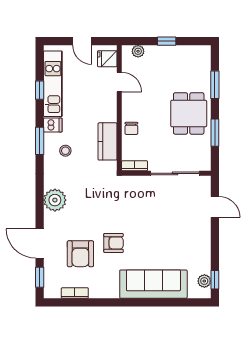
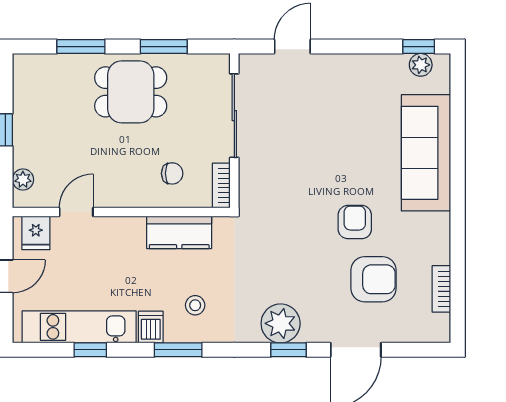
chair: (131, 128) -> (172, 173), moved
window: (40, 277) -> (288, 350), moved

